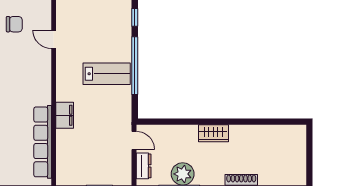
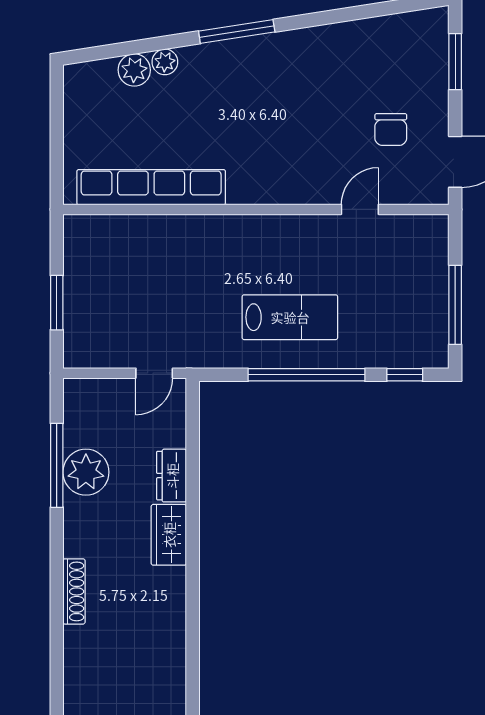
lab bench: (107, 74) -> (290, 317), turned -90
filing cabinet: (65, 115) -> (205, 232), removed
dresser: (144, 166) -> (172, 476), moved, turned 90

